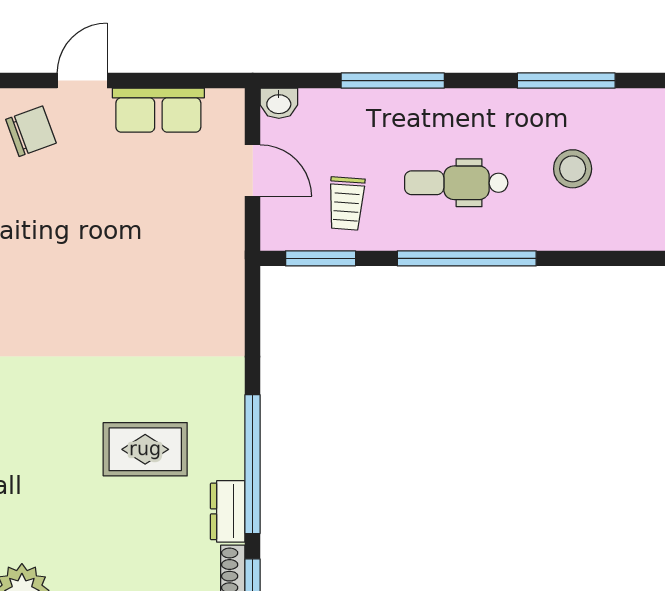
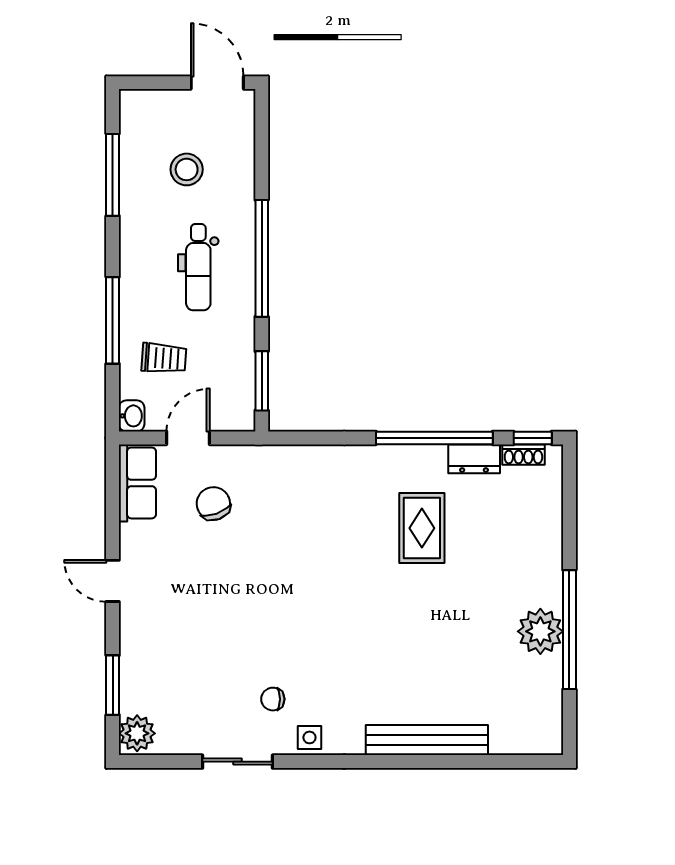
row of seats: (158, 110) -> (137, 483), moved
chair: (31, 131) -> (213, 504), moved
trolley: (346, 203) -> (164, 358), moved

